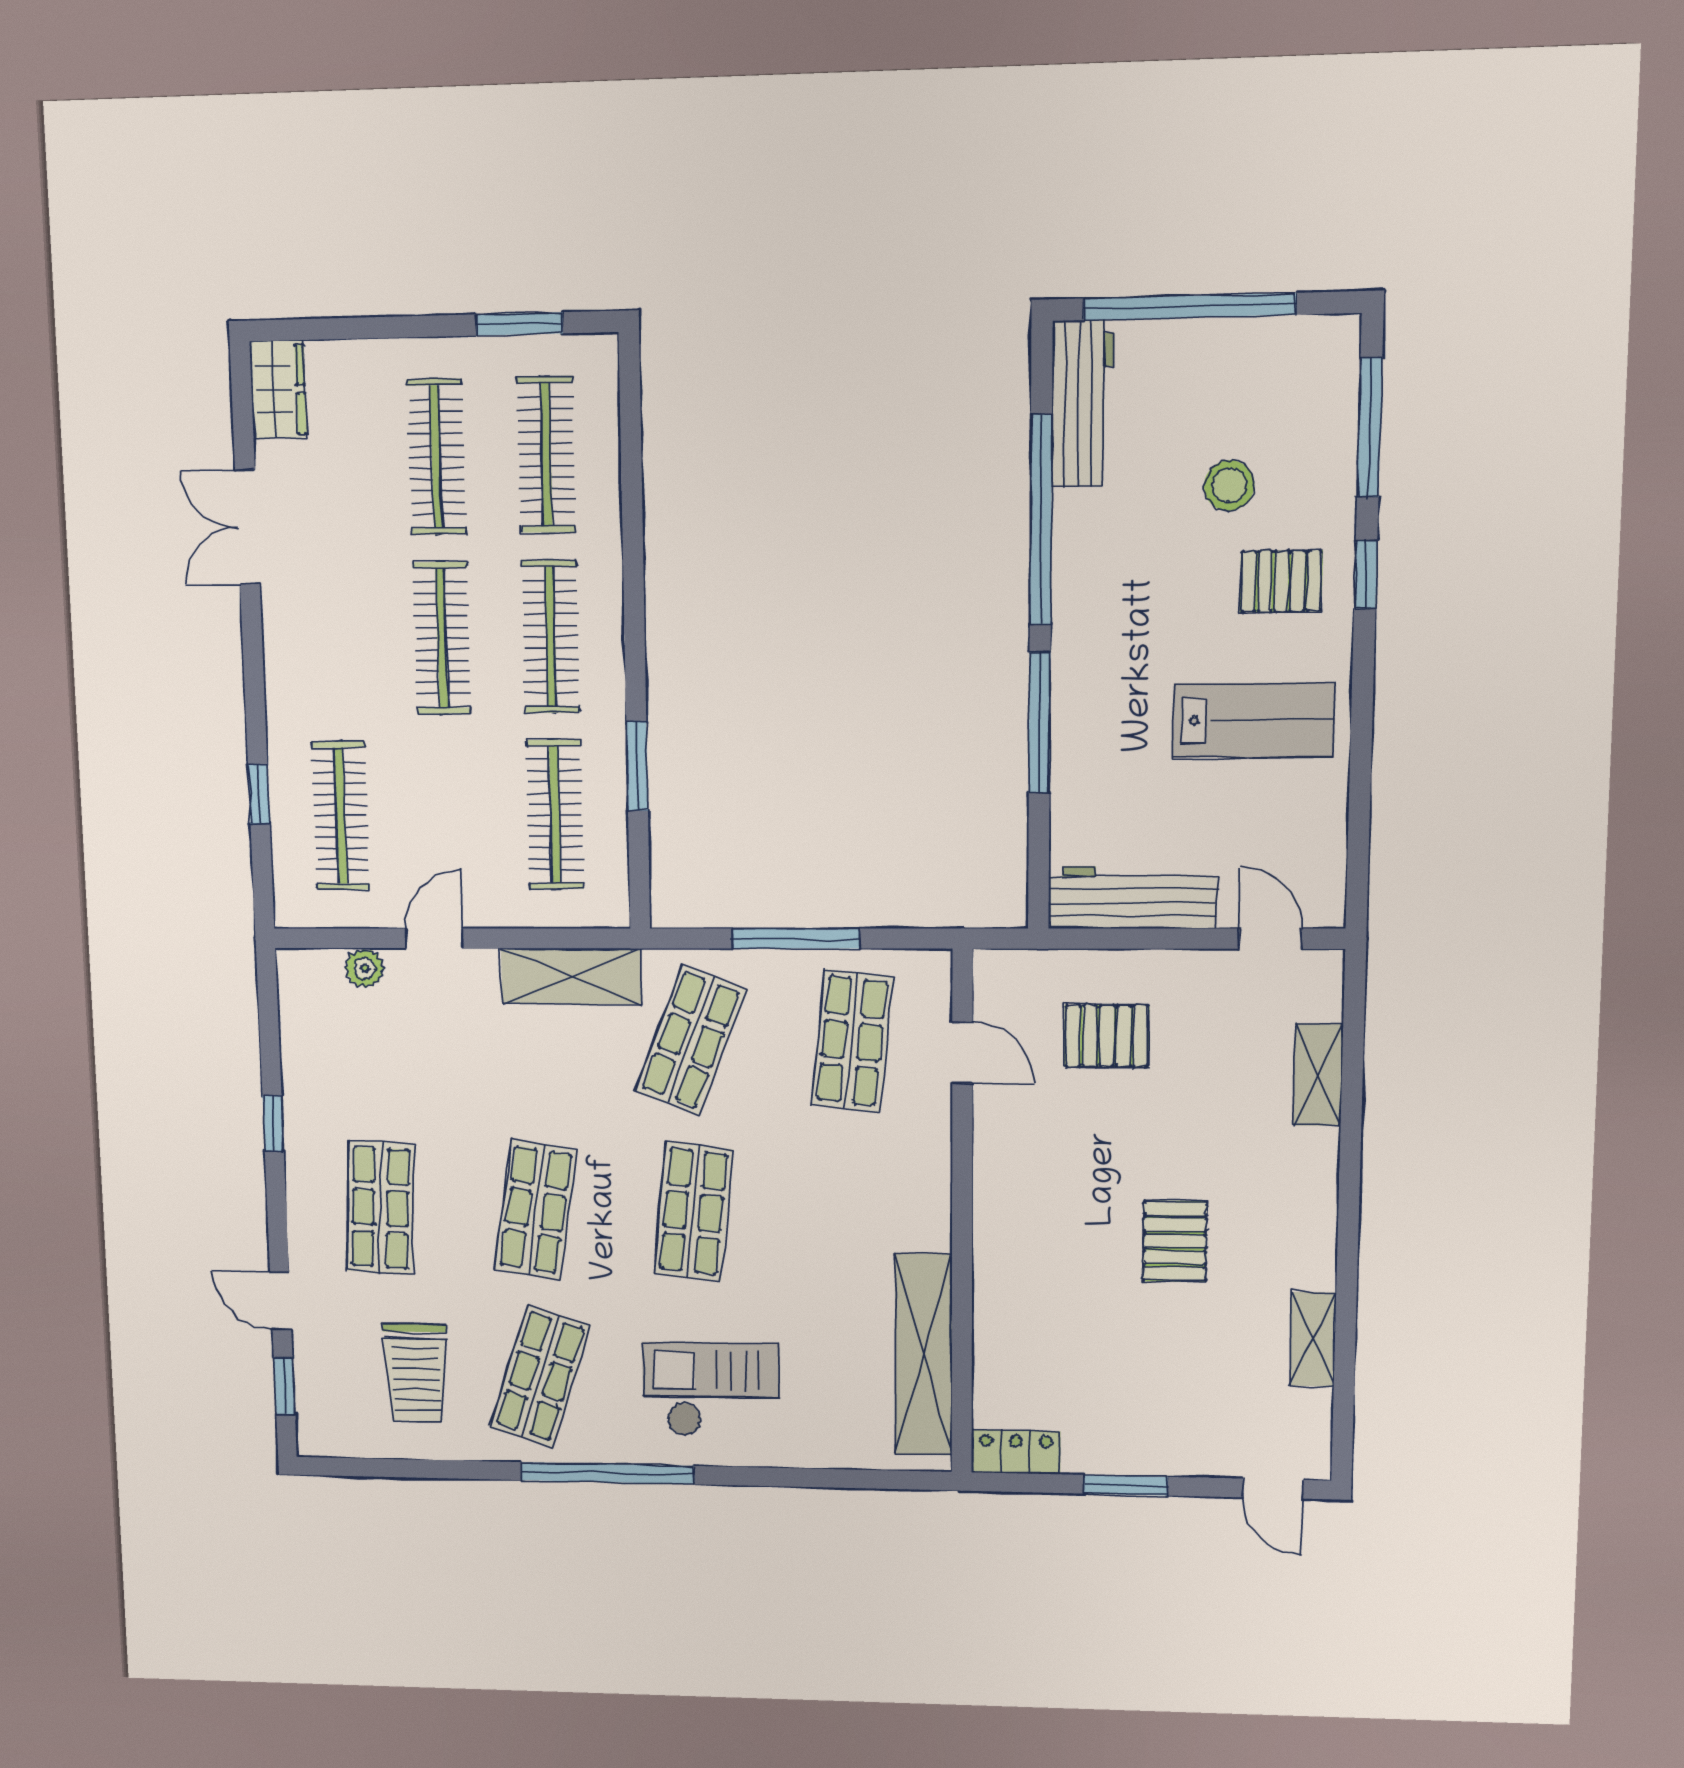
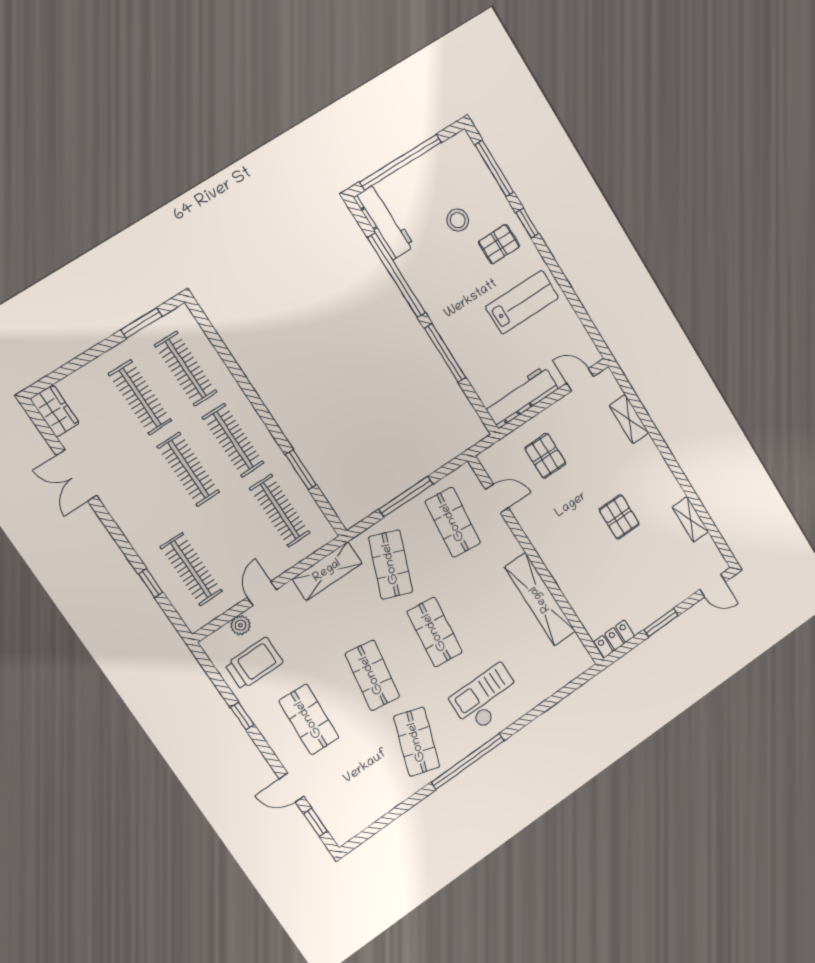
pallet: (1107, 1036) -> (545, 456), turned 90
shelving: (924, 1355) -> (540, 599), moved
trolley: (416, 1373) -> (254, 663), moved, turned -90

